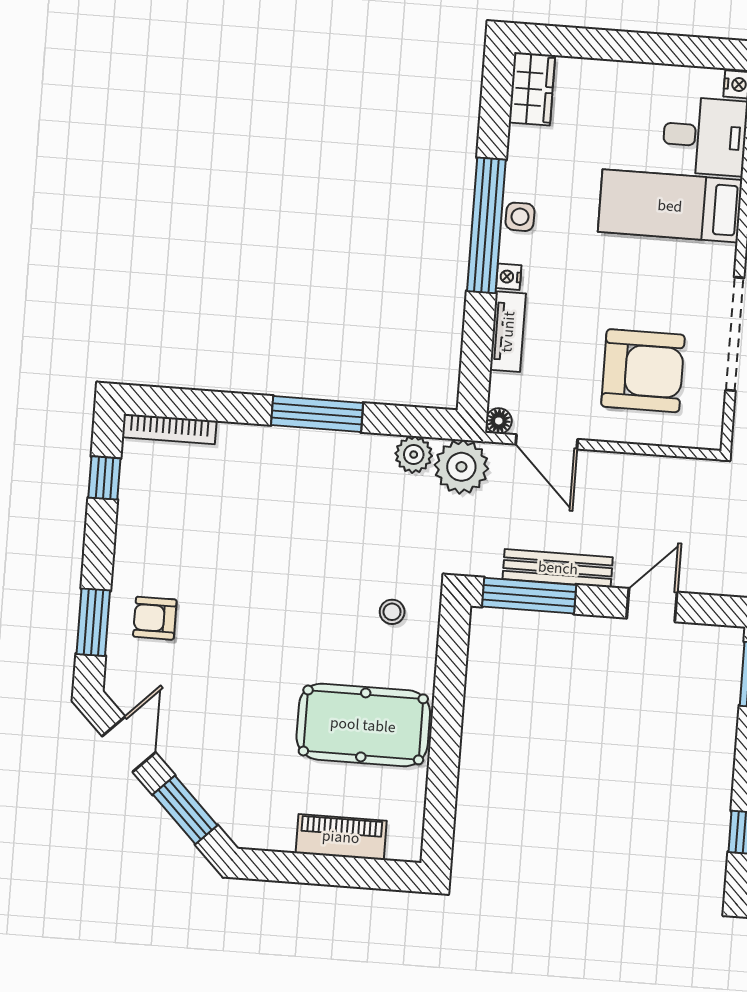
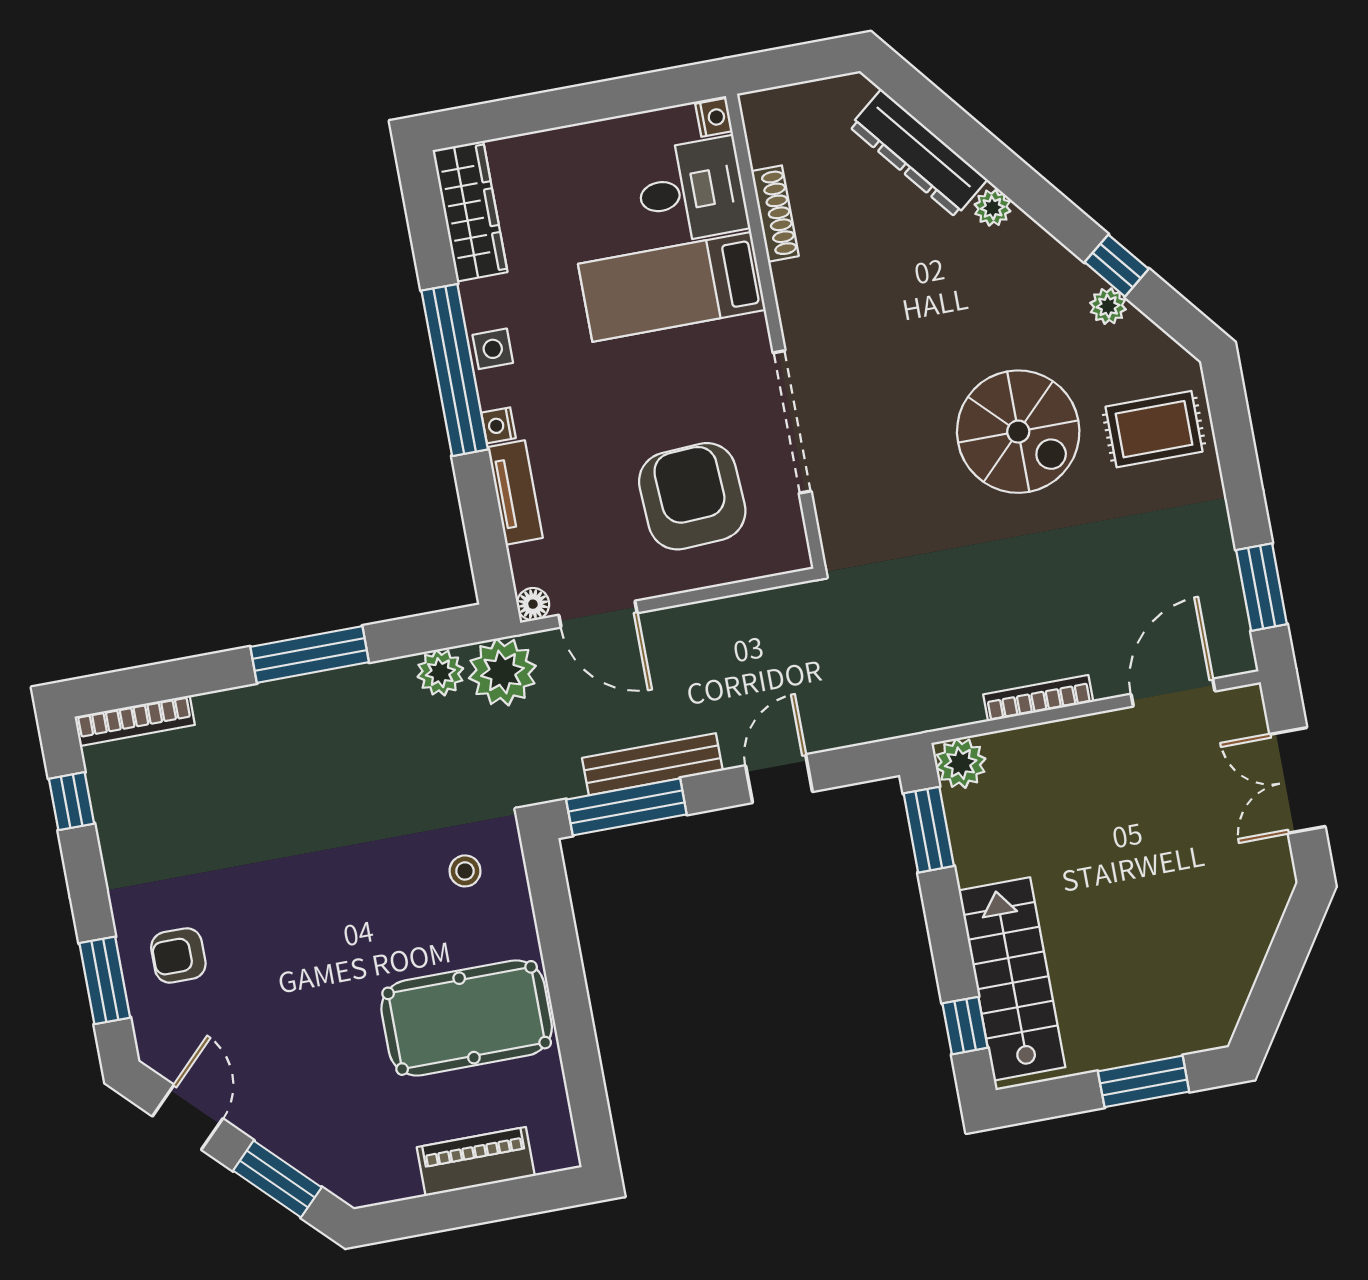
wardrobe: (532, 89) -> (470, 211), width x1.50
armchair: (643, 371) -> (692, 496), turned -93

